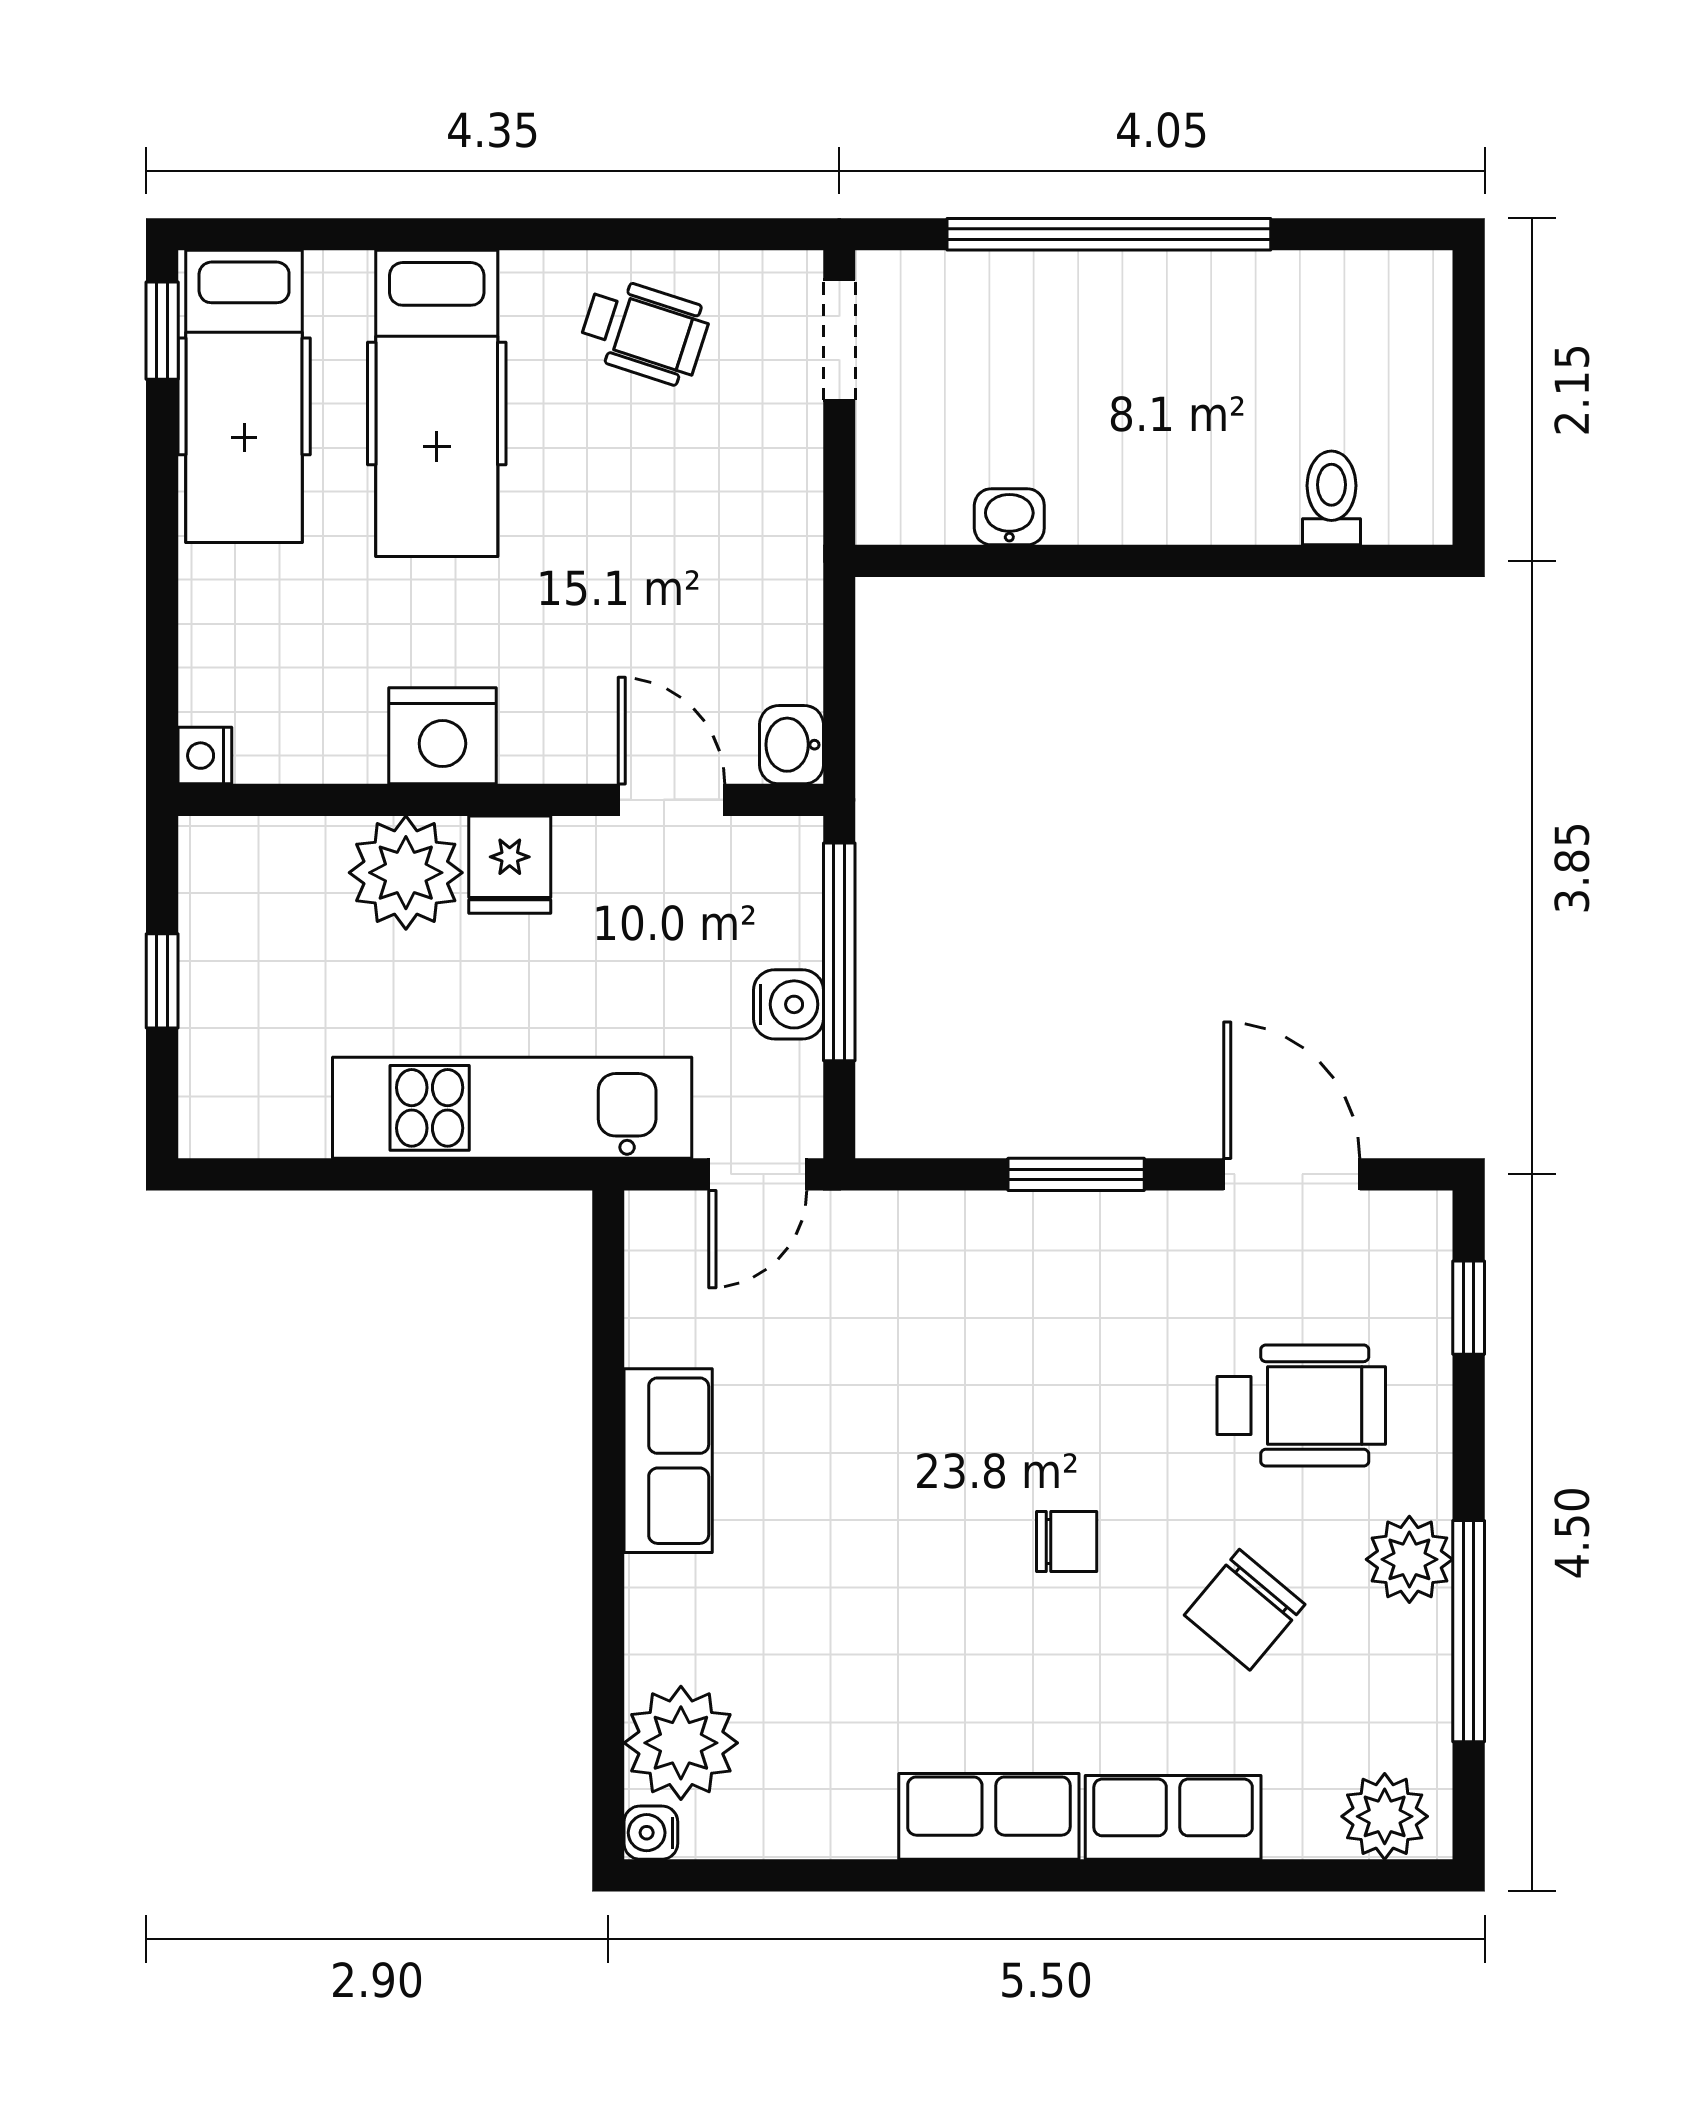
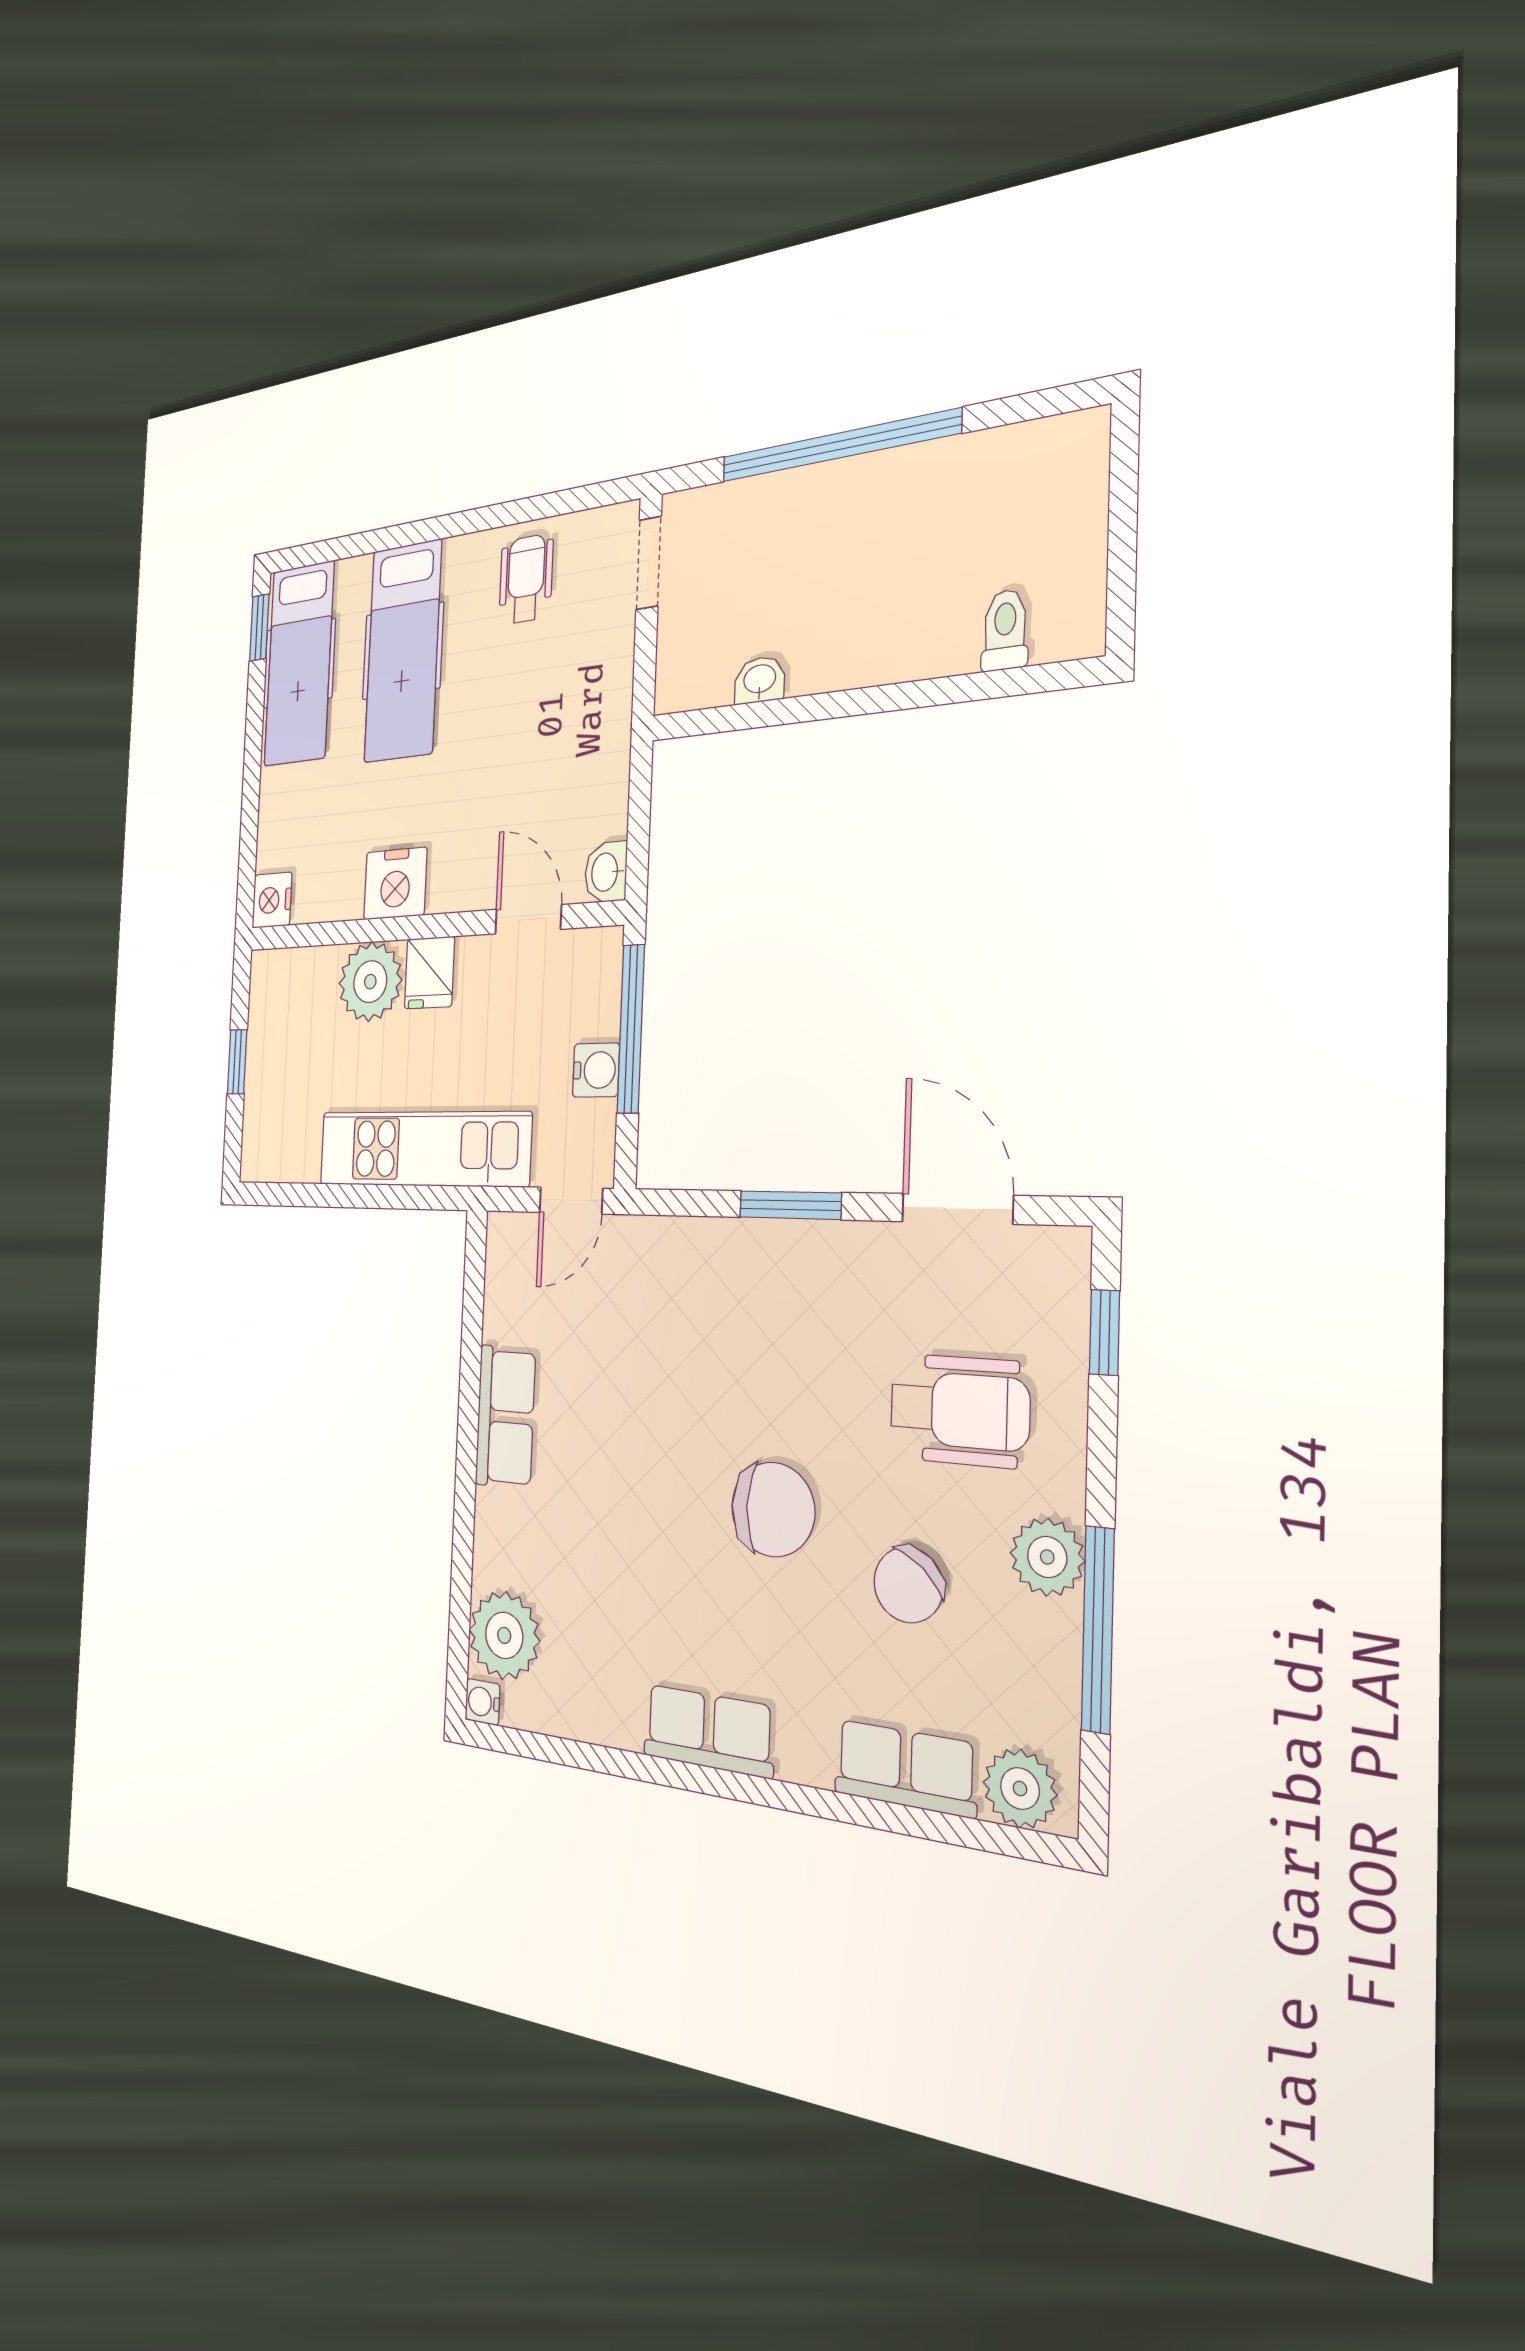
wheelchair: (644, 331) -> (526, 579), turned -108
nightstand: (205, 756) -> (272, 900), width x1.39, depth x1.35
chair: (1067, 1541) -> (773, 1509), width x1.87, depth x1.87
row of seats: (1173, 1817) -> (905, 1768), moved

